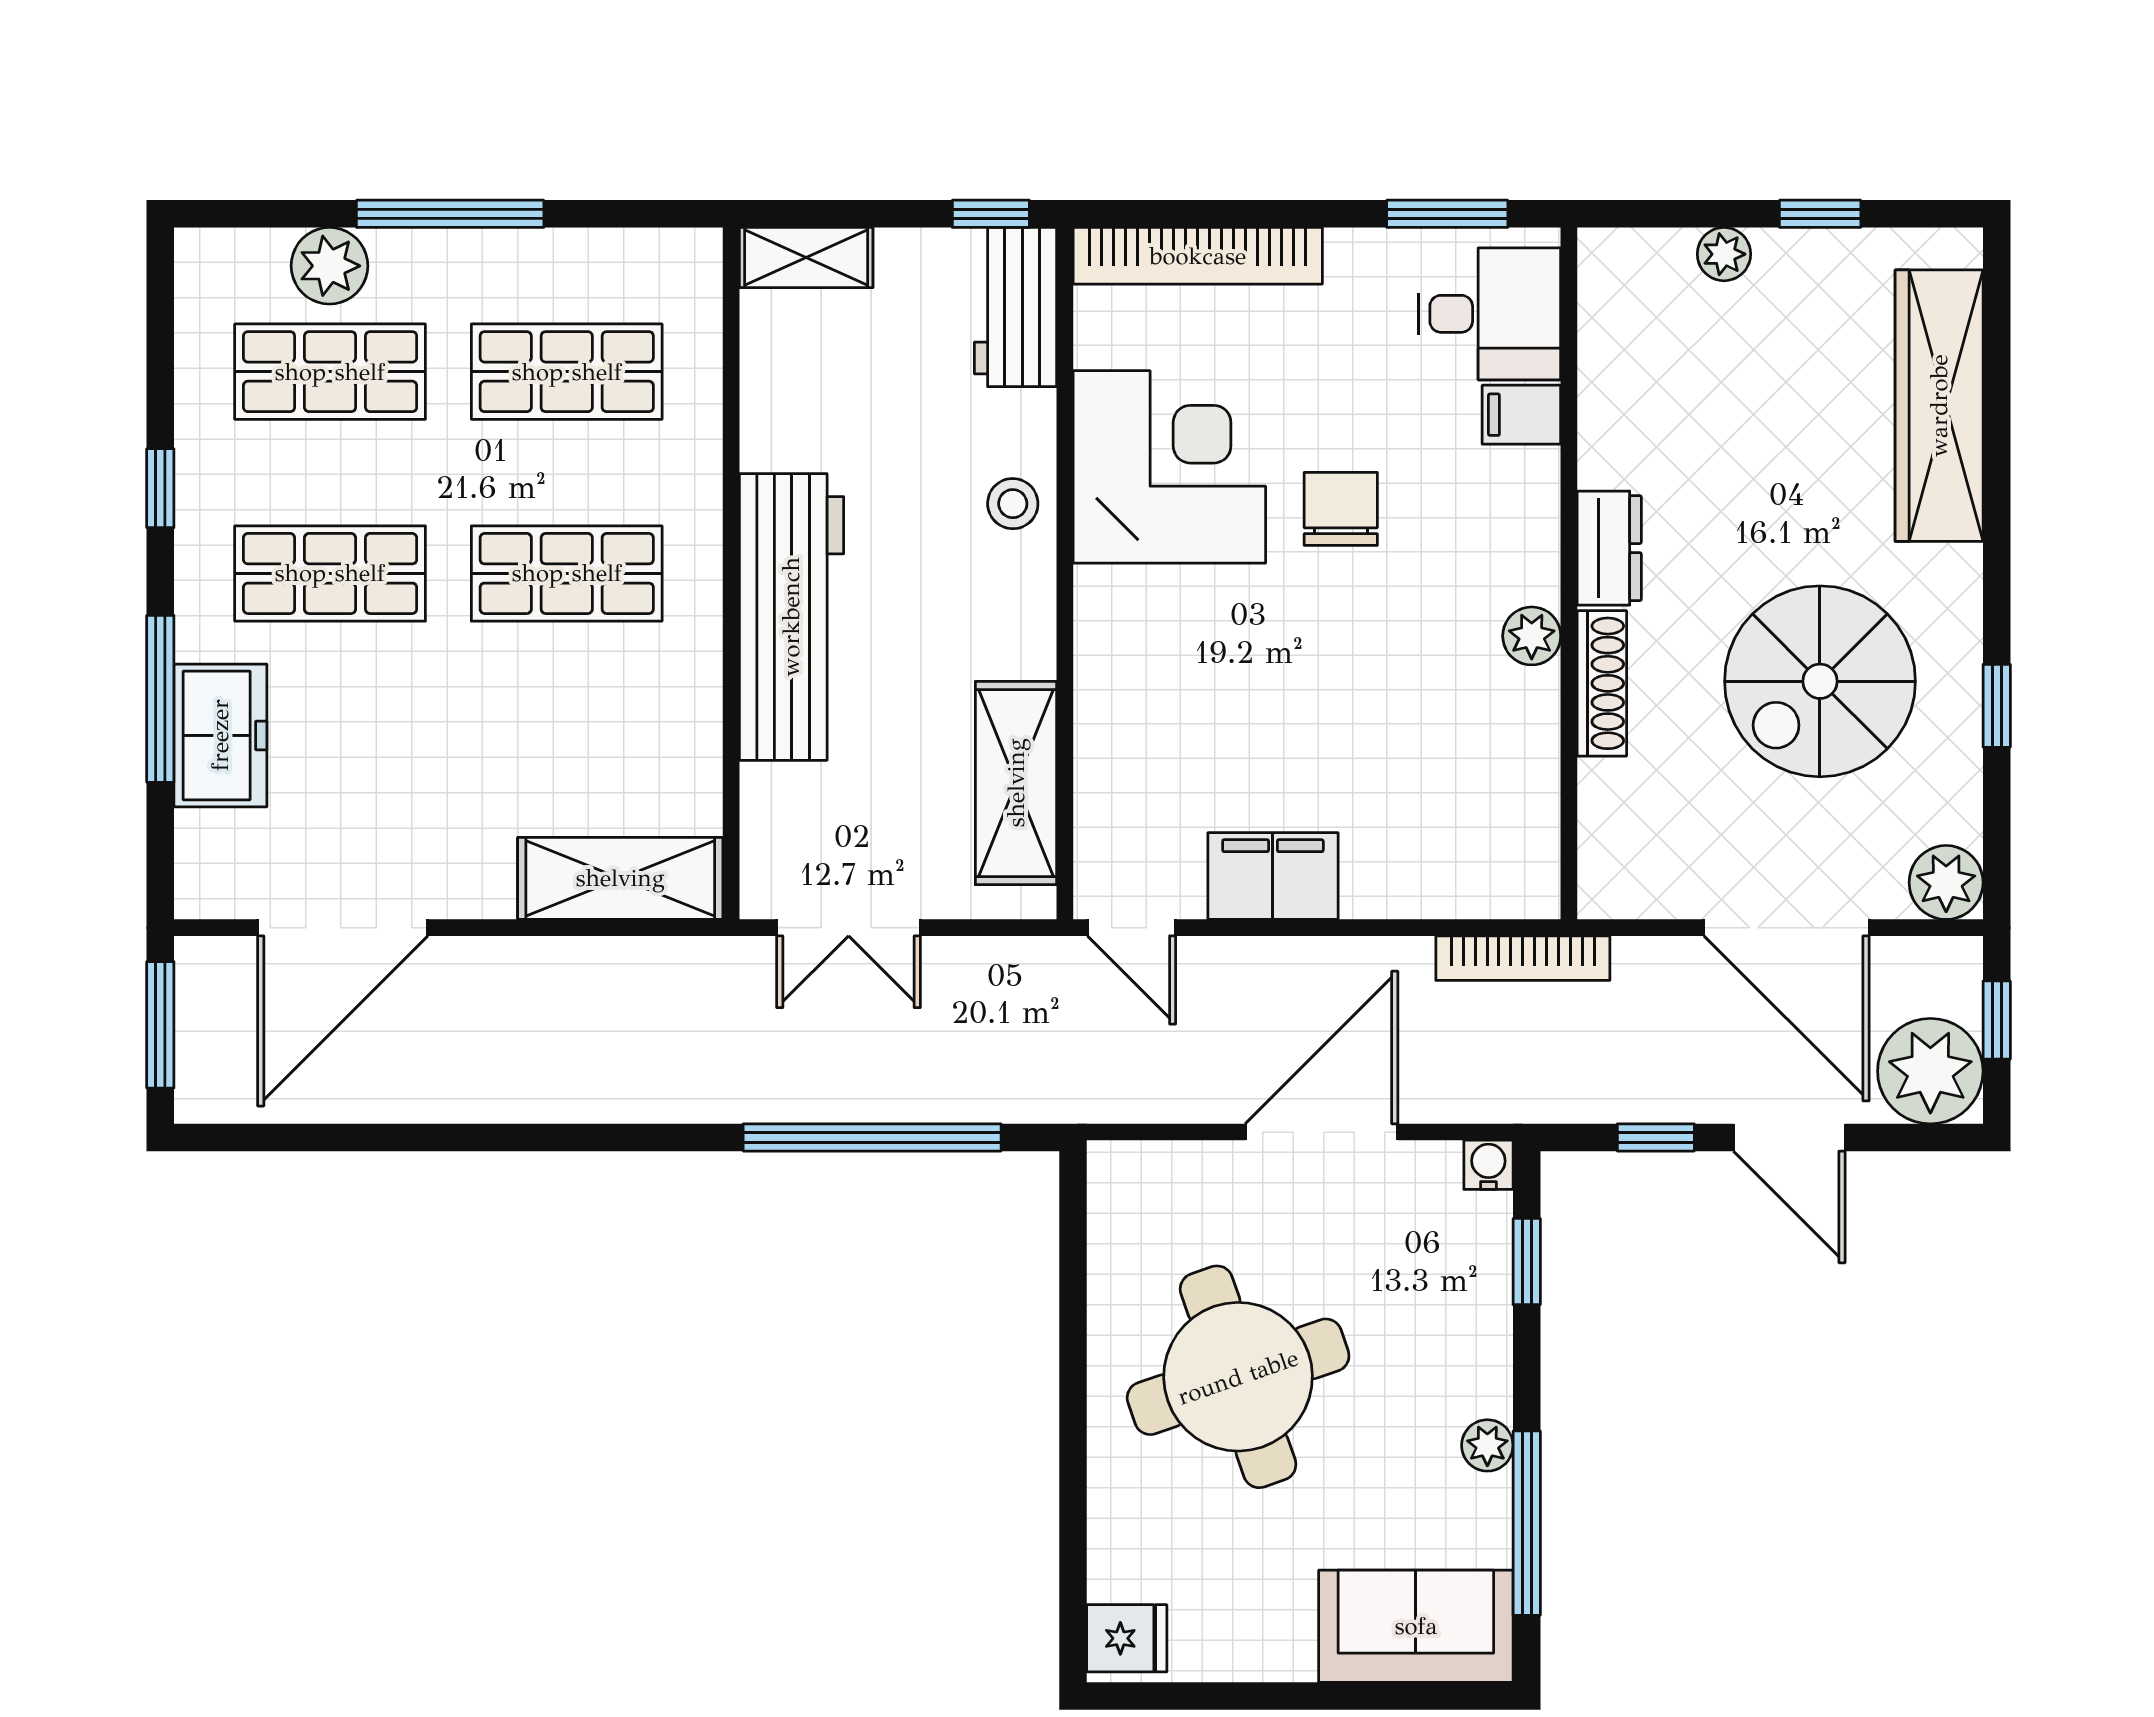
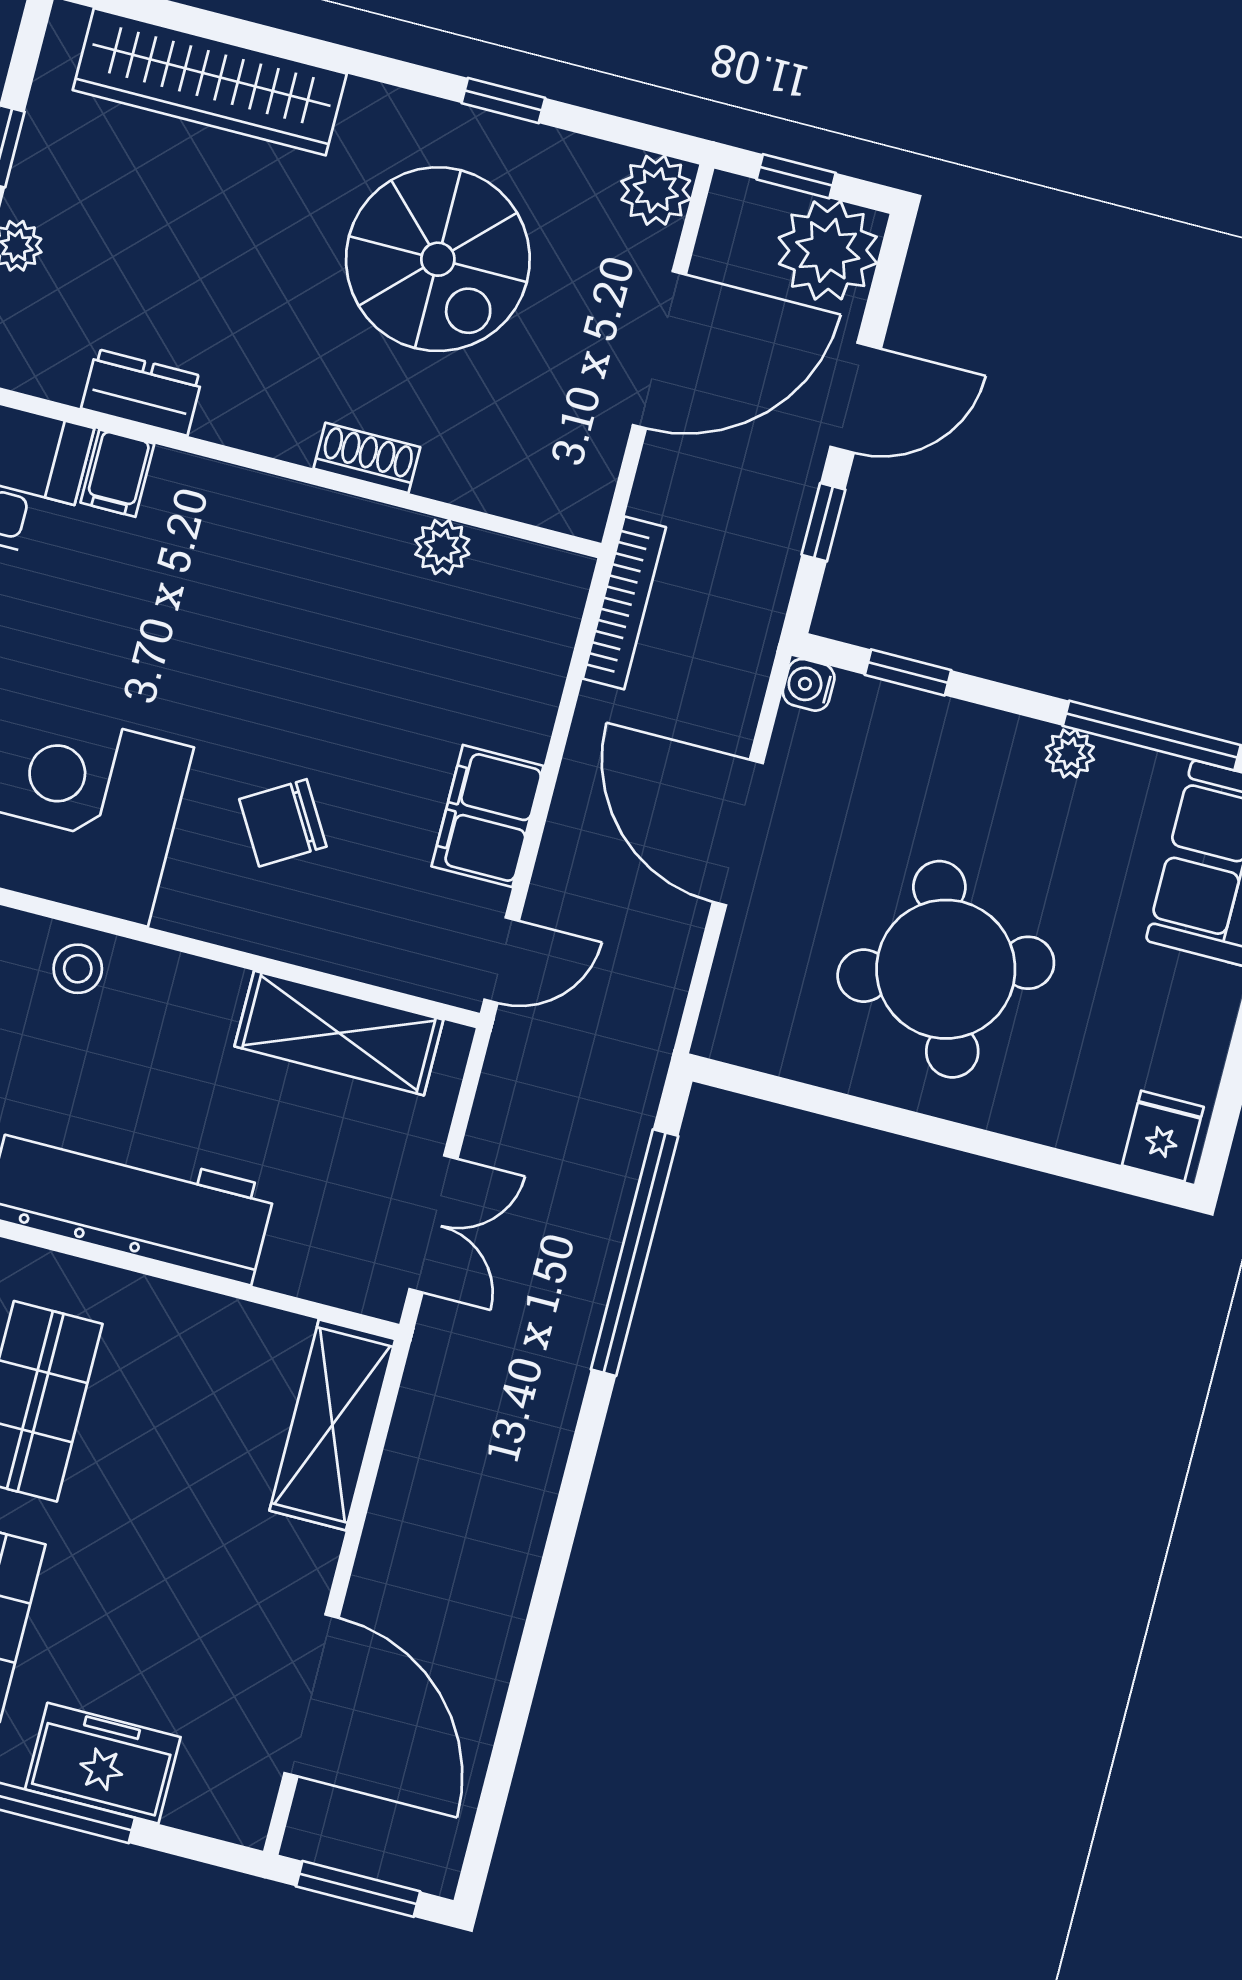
chair: (1341, 509) -> (283, 823), moved, turned -31
dresser: (1609, 548) -> (142, 392), moved
plant: (1532, 636) -> (442, 547), moved
shoe rack: (1602, 683) -> (367, 458), width x0.70

